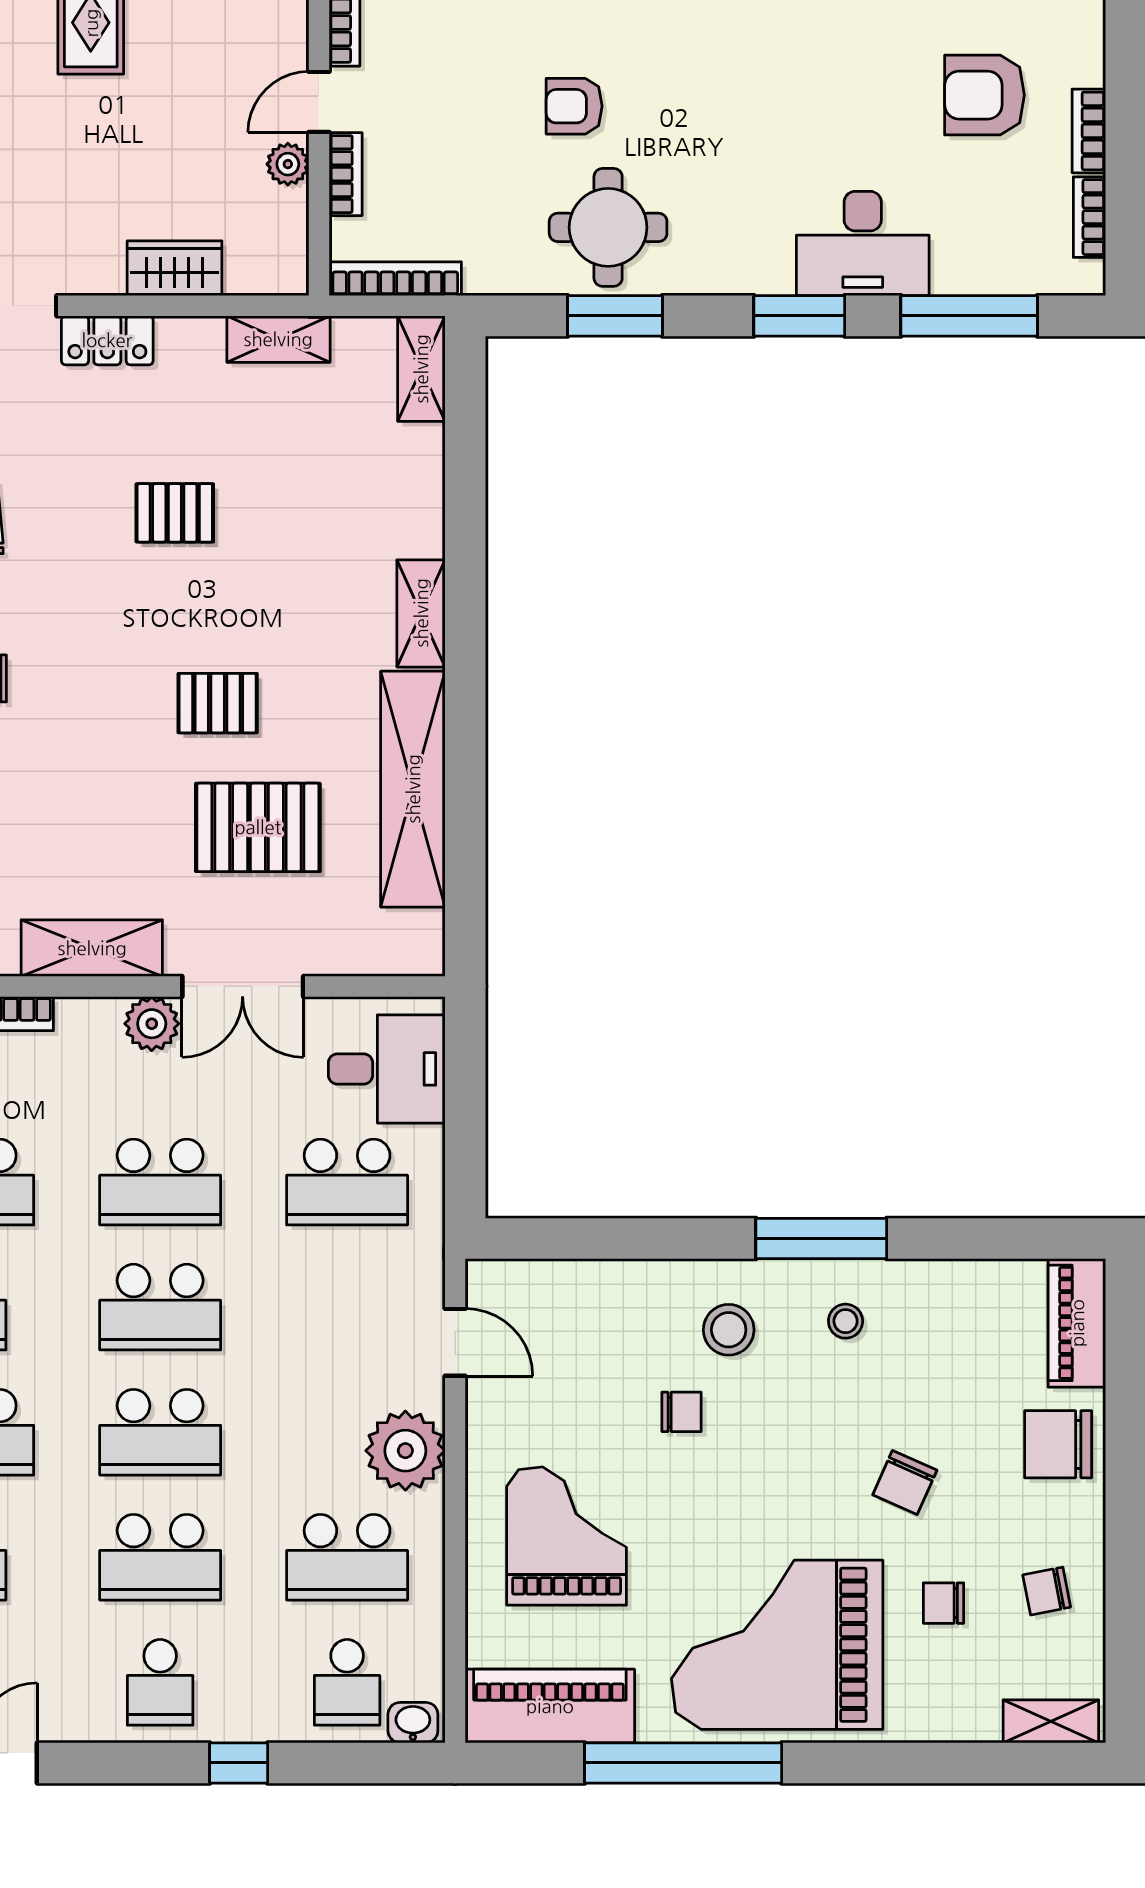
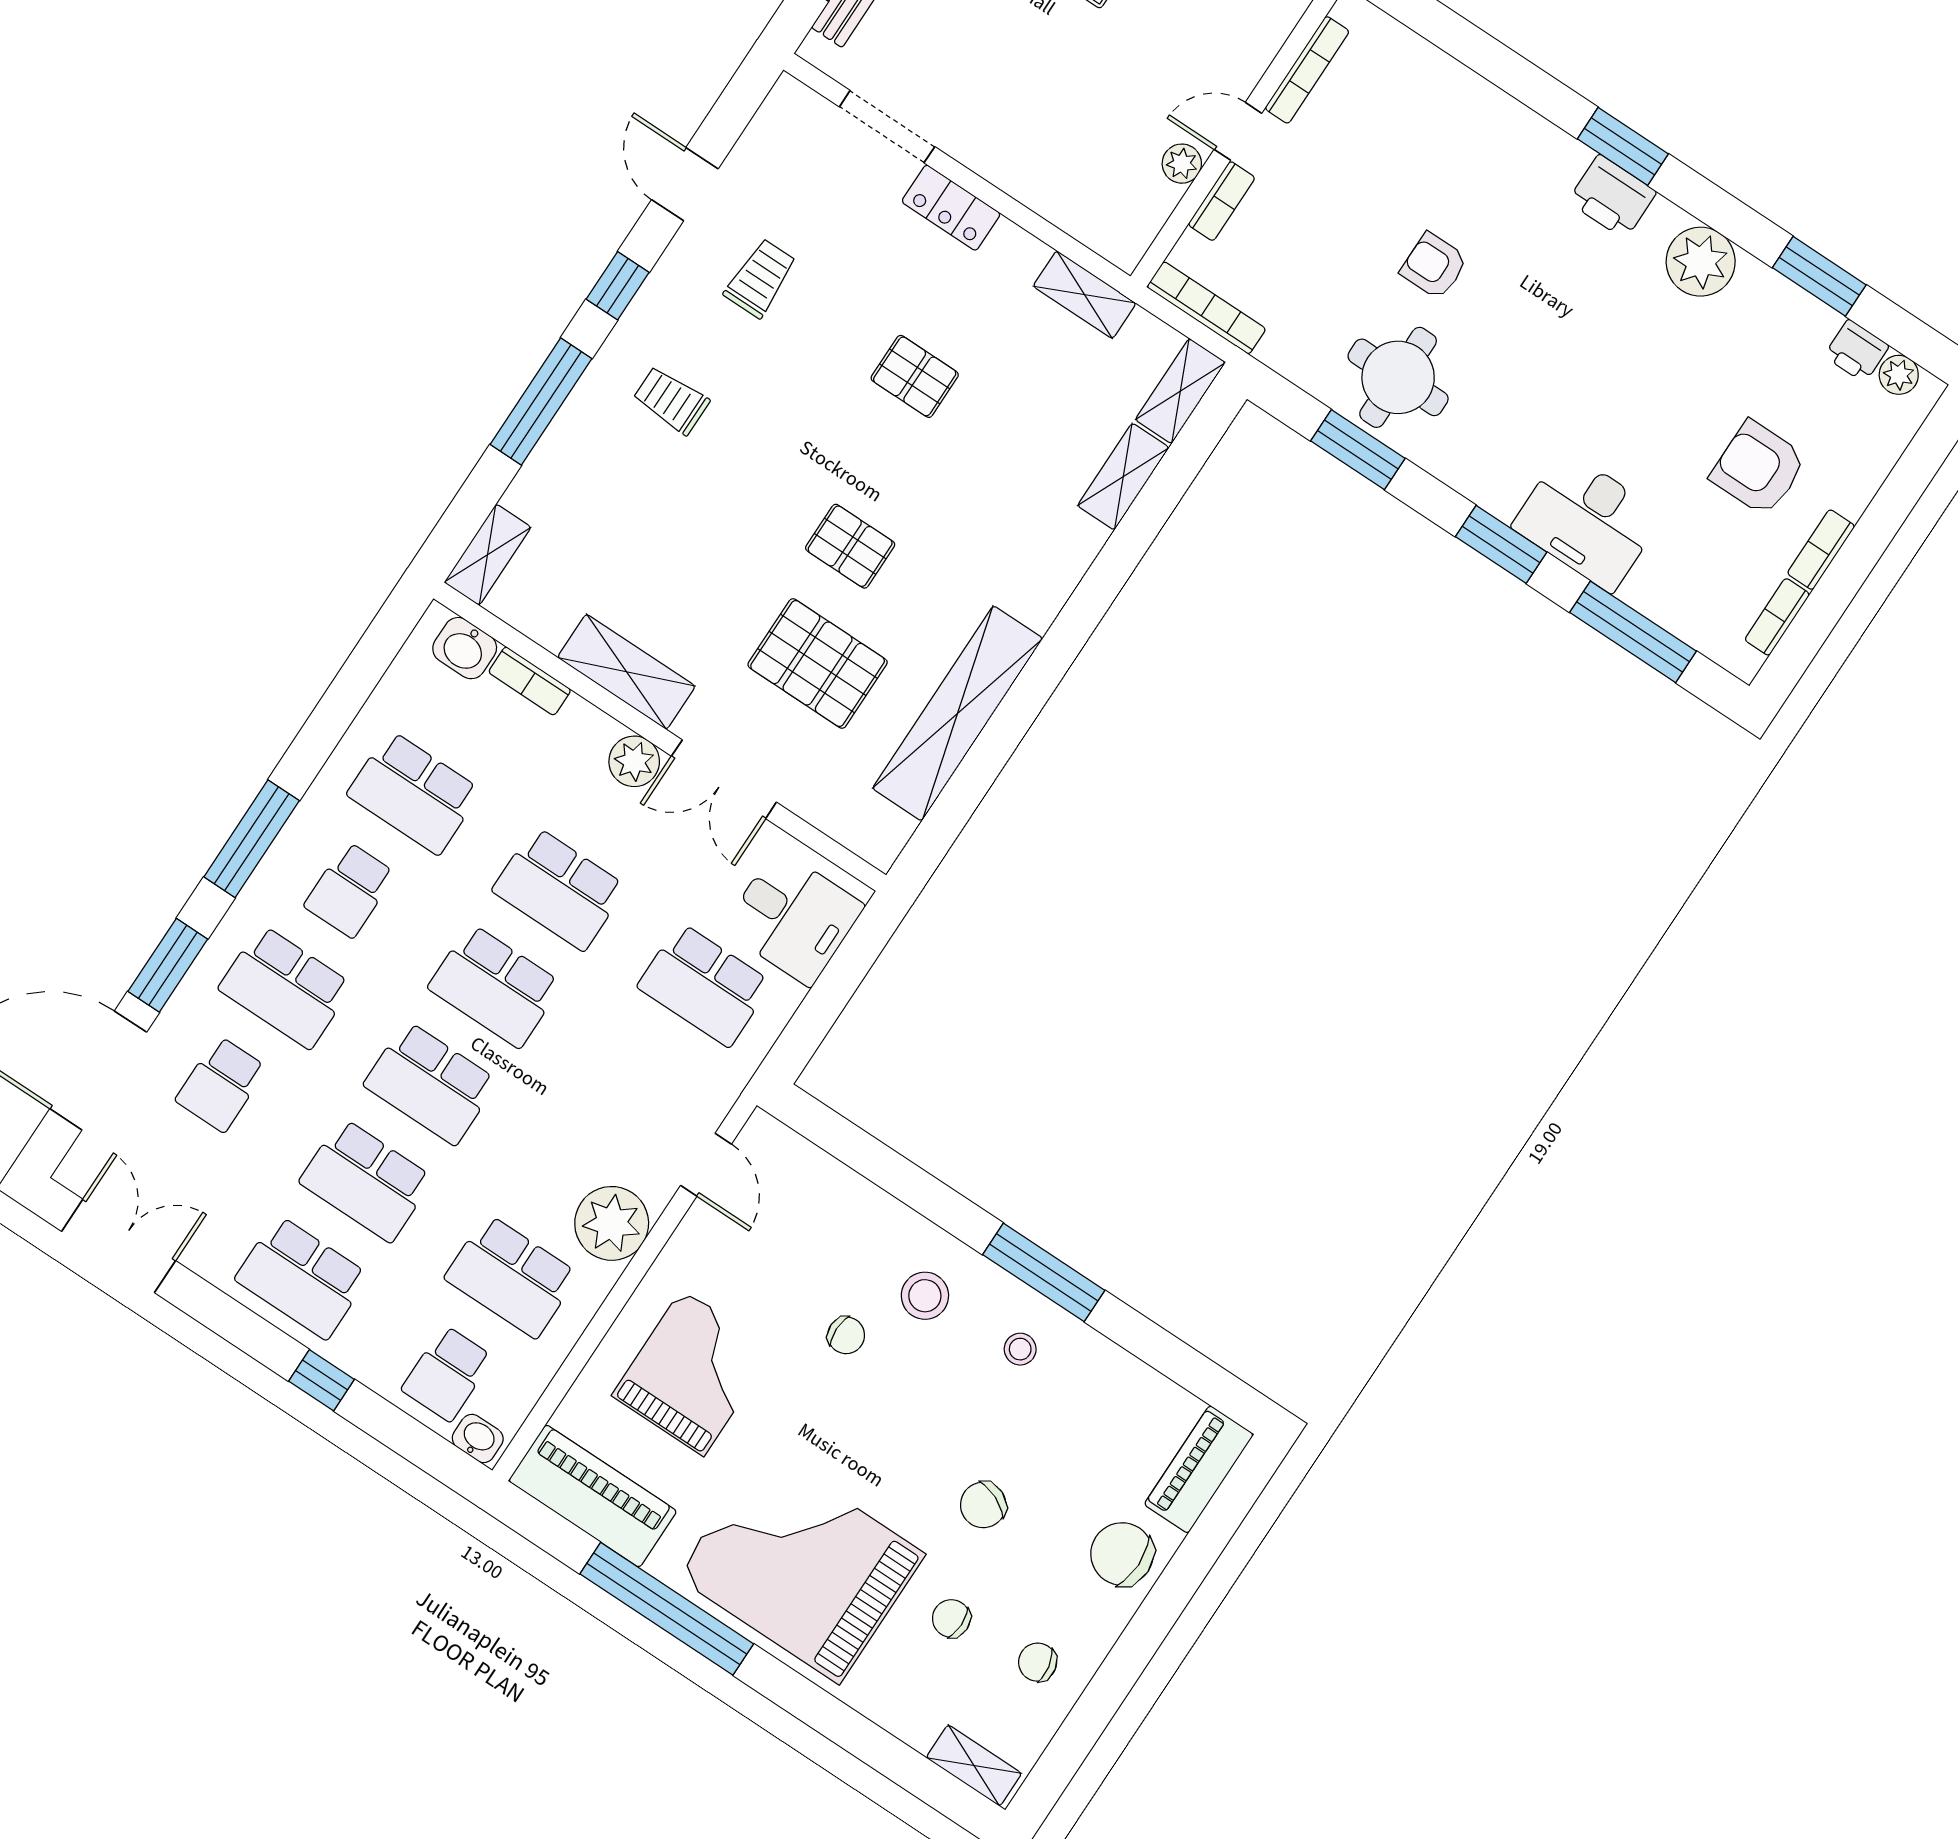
wardrobe: (175, 268) -> (1040, 186), removed
shelving: (421, 613) -> (1123, 477), moved
school desk: (160, 1682) -> (302, 1277), width x1.85

